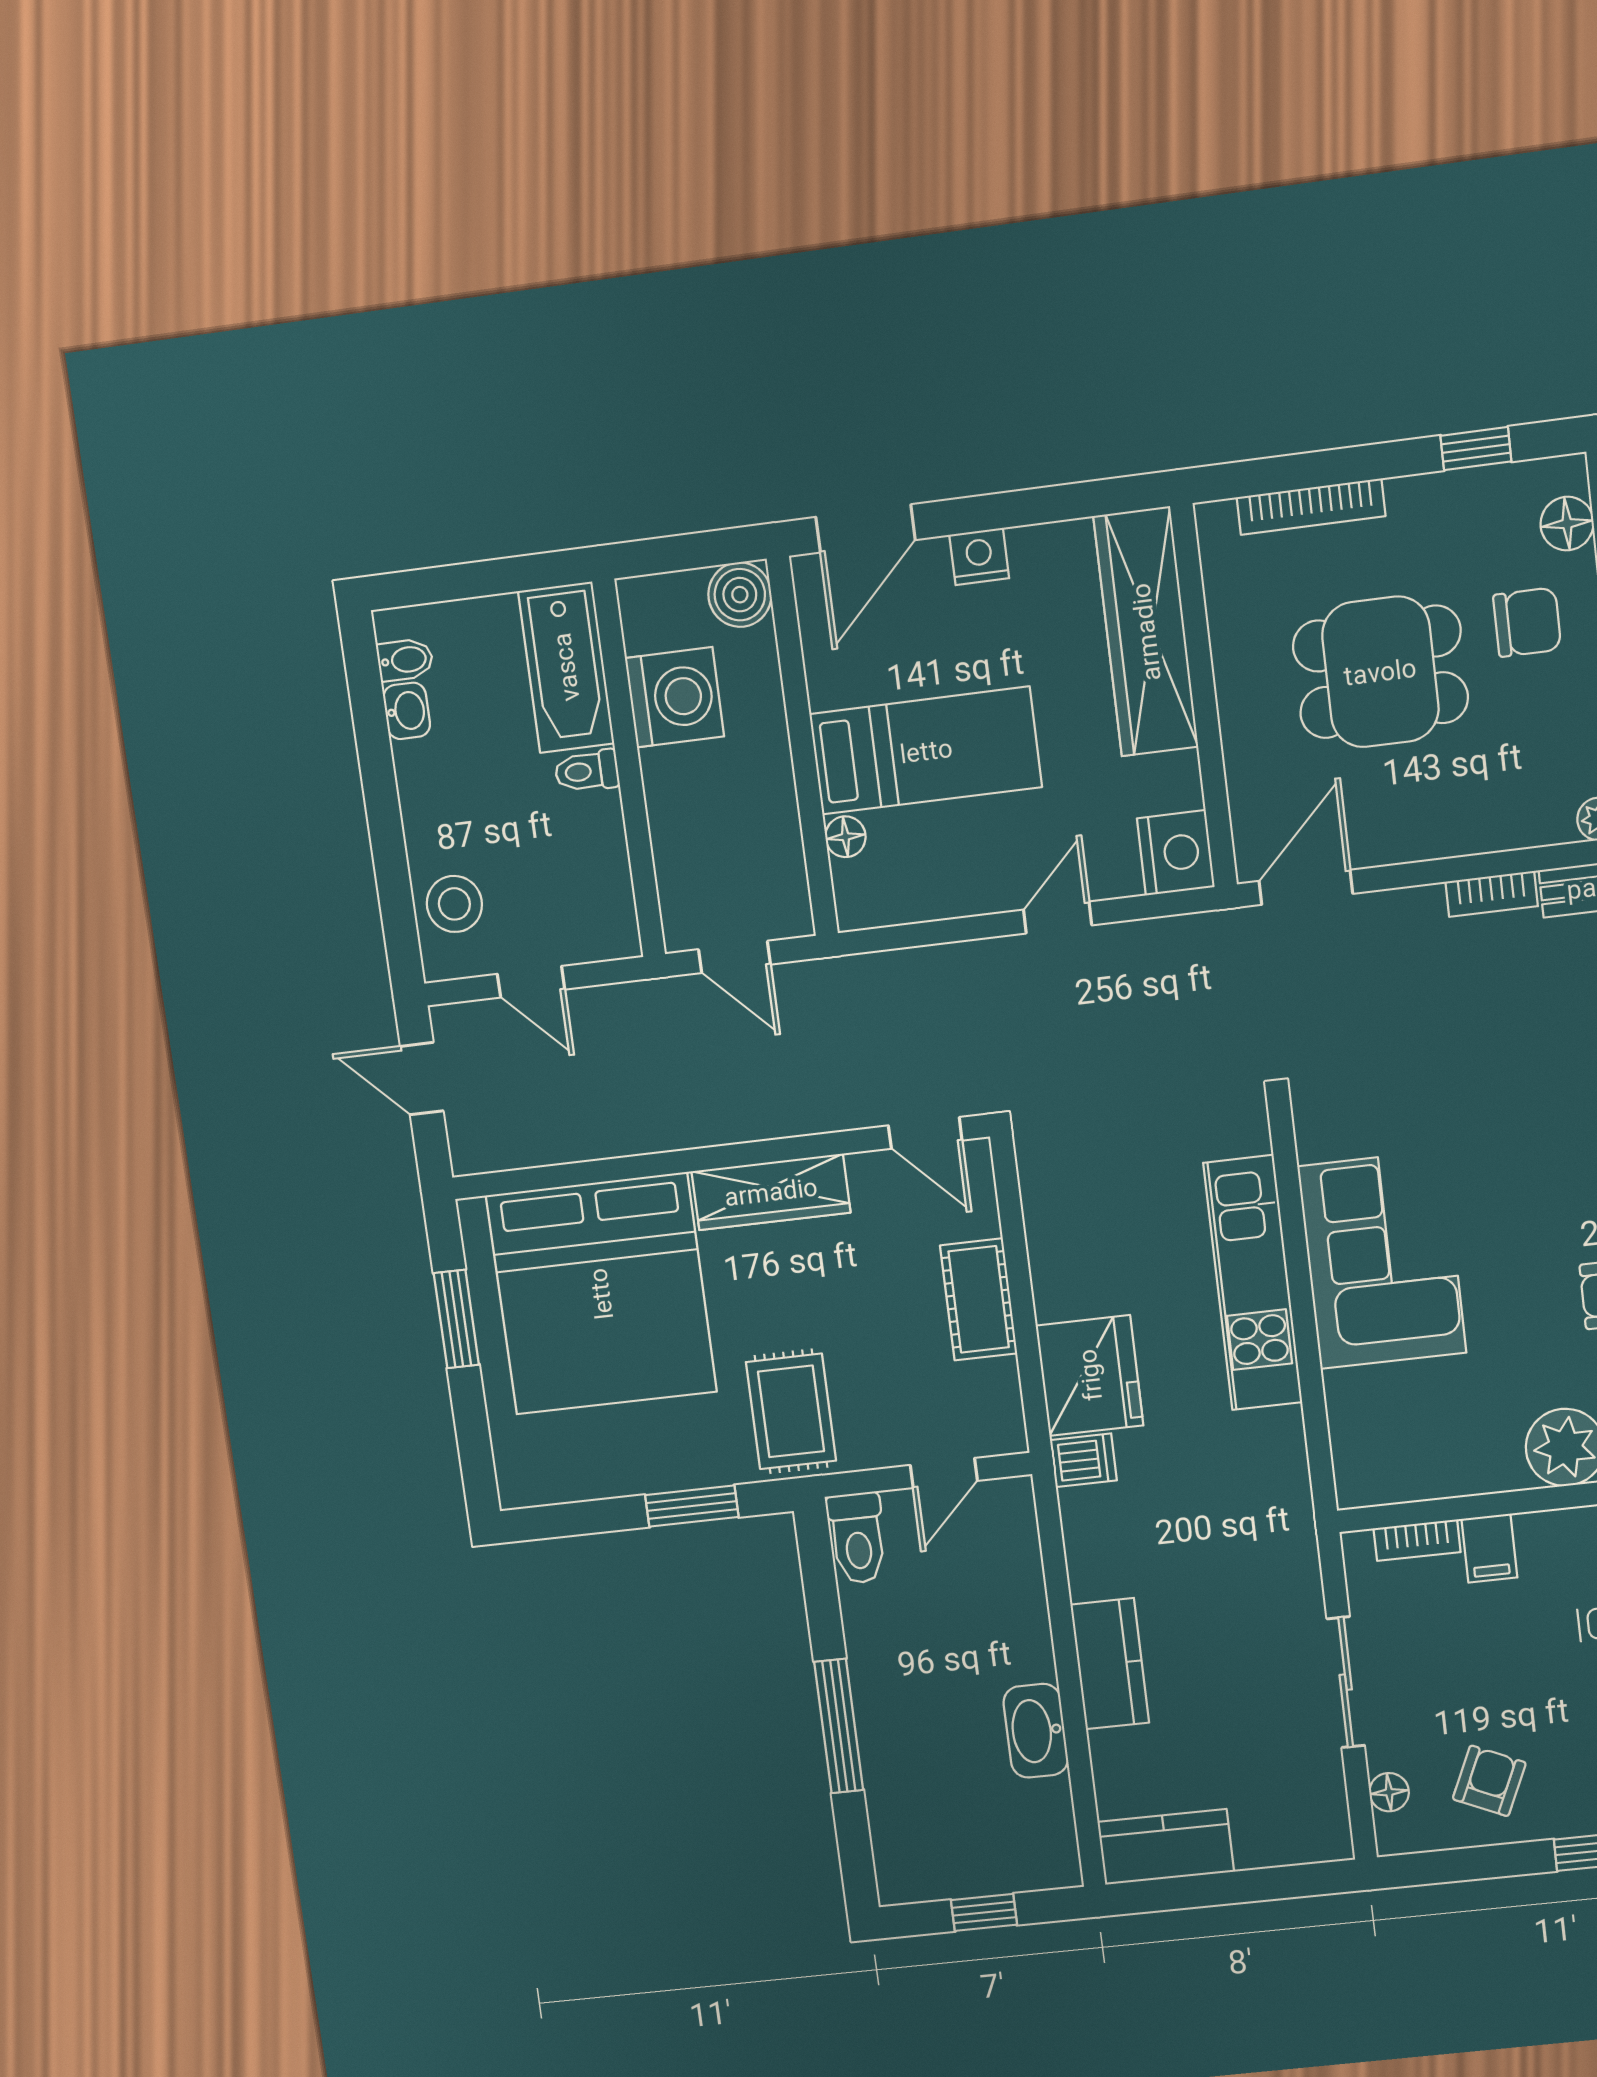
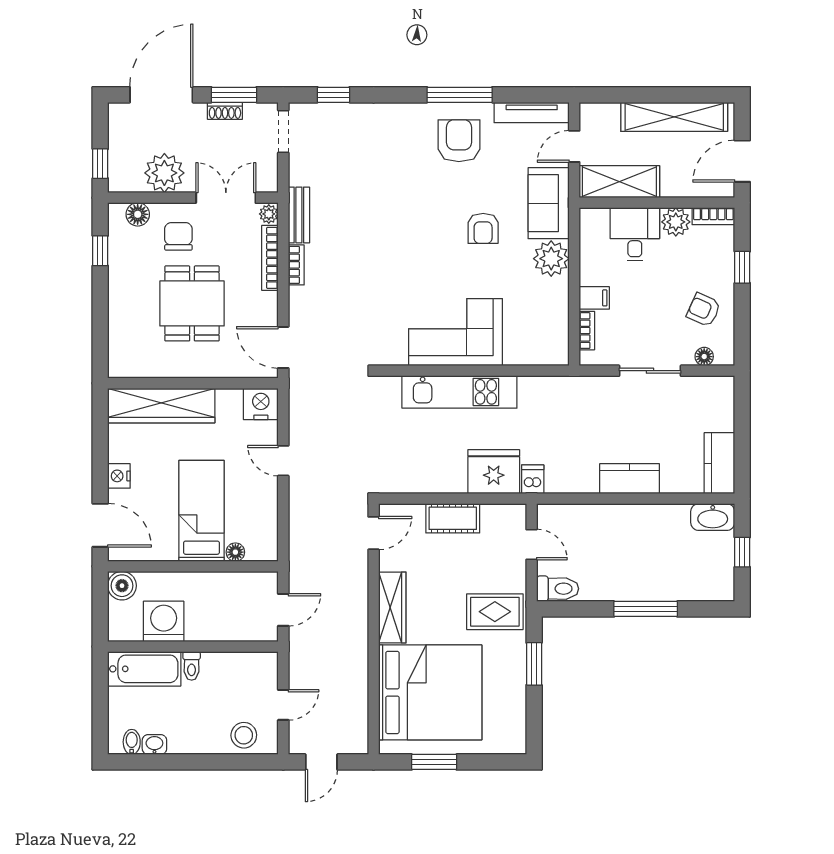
bookcase: (1311, 507) -> (270, 258), moved, turned 180
washbasin: (1036, 1731) -> (713, 517), moved

